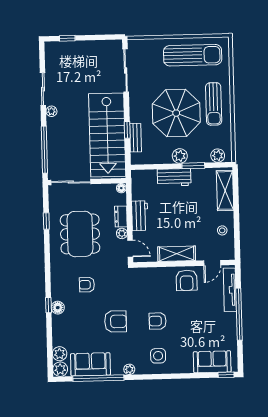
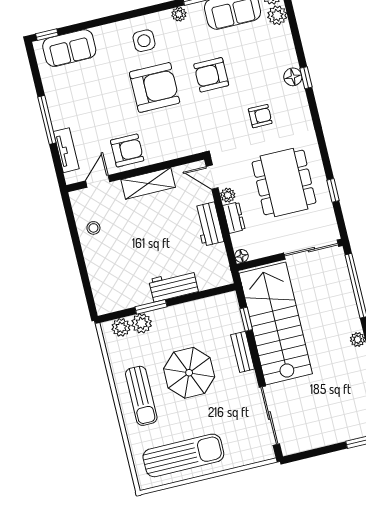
sun lounger: (193, 55) -> (183, 455), turned 180
sun lounger: (214, 104) -> (141, 396), turned 180
parasol: (176, 113) -> (189, 373), width x0.73, depth x0.73
window: (127, 130) -> (246, 319), moved
bench: (135, 138) -> (243, 352), moved
plant: (180, 156) -> (142, 323), moved
shelving: (225, 190) -> (101, 283), removed
armchair: (187, 280) -> (127, 150), turned 90
tv unit: (230, 290) -> (66, 150), width x0.71
window: (239, 314) -> (47, 120), width x0.68
armchair: (158, 321) -> (155, 87), width x1.88, depth x1.88

